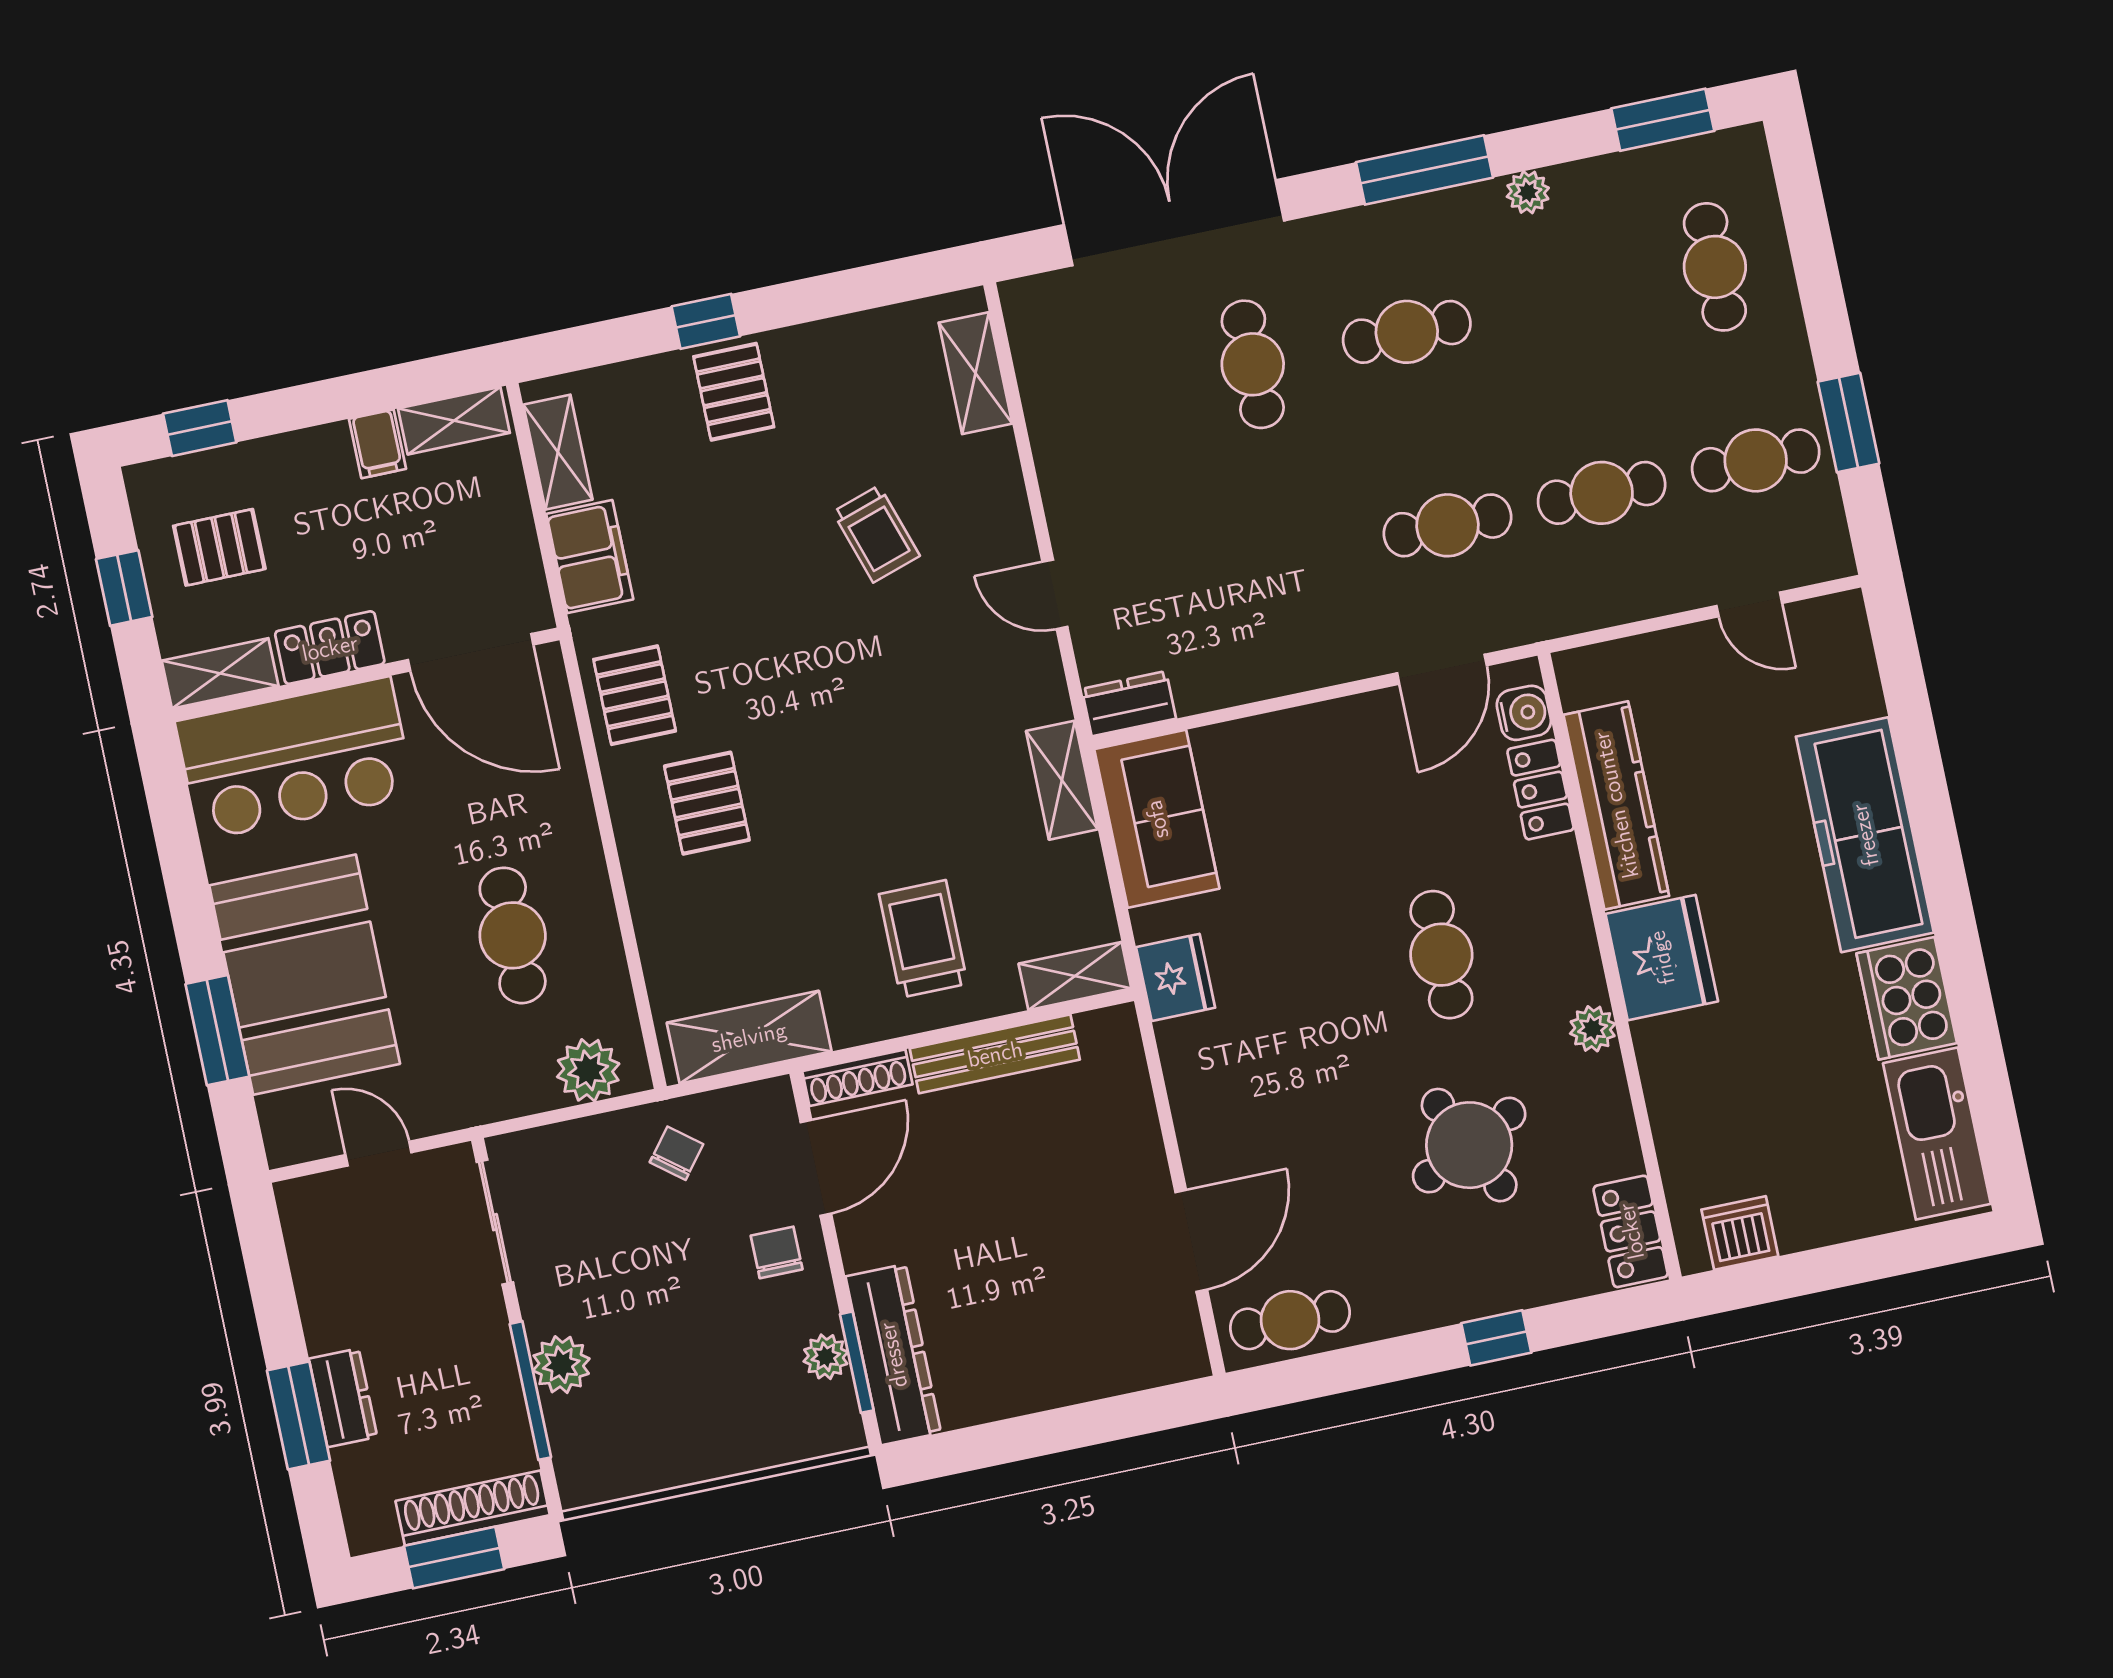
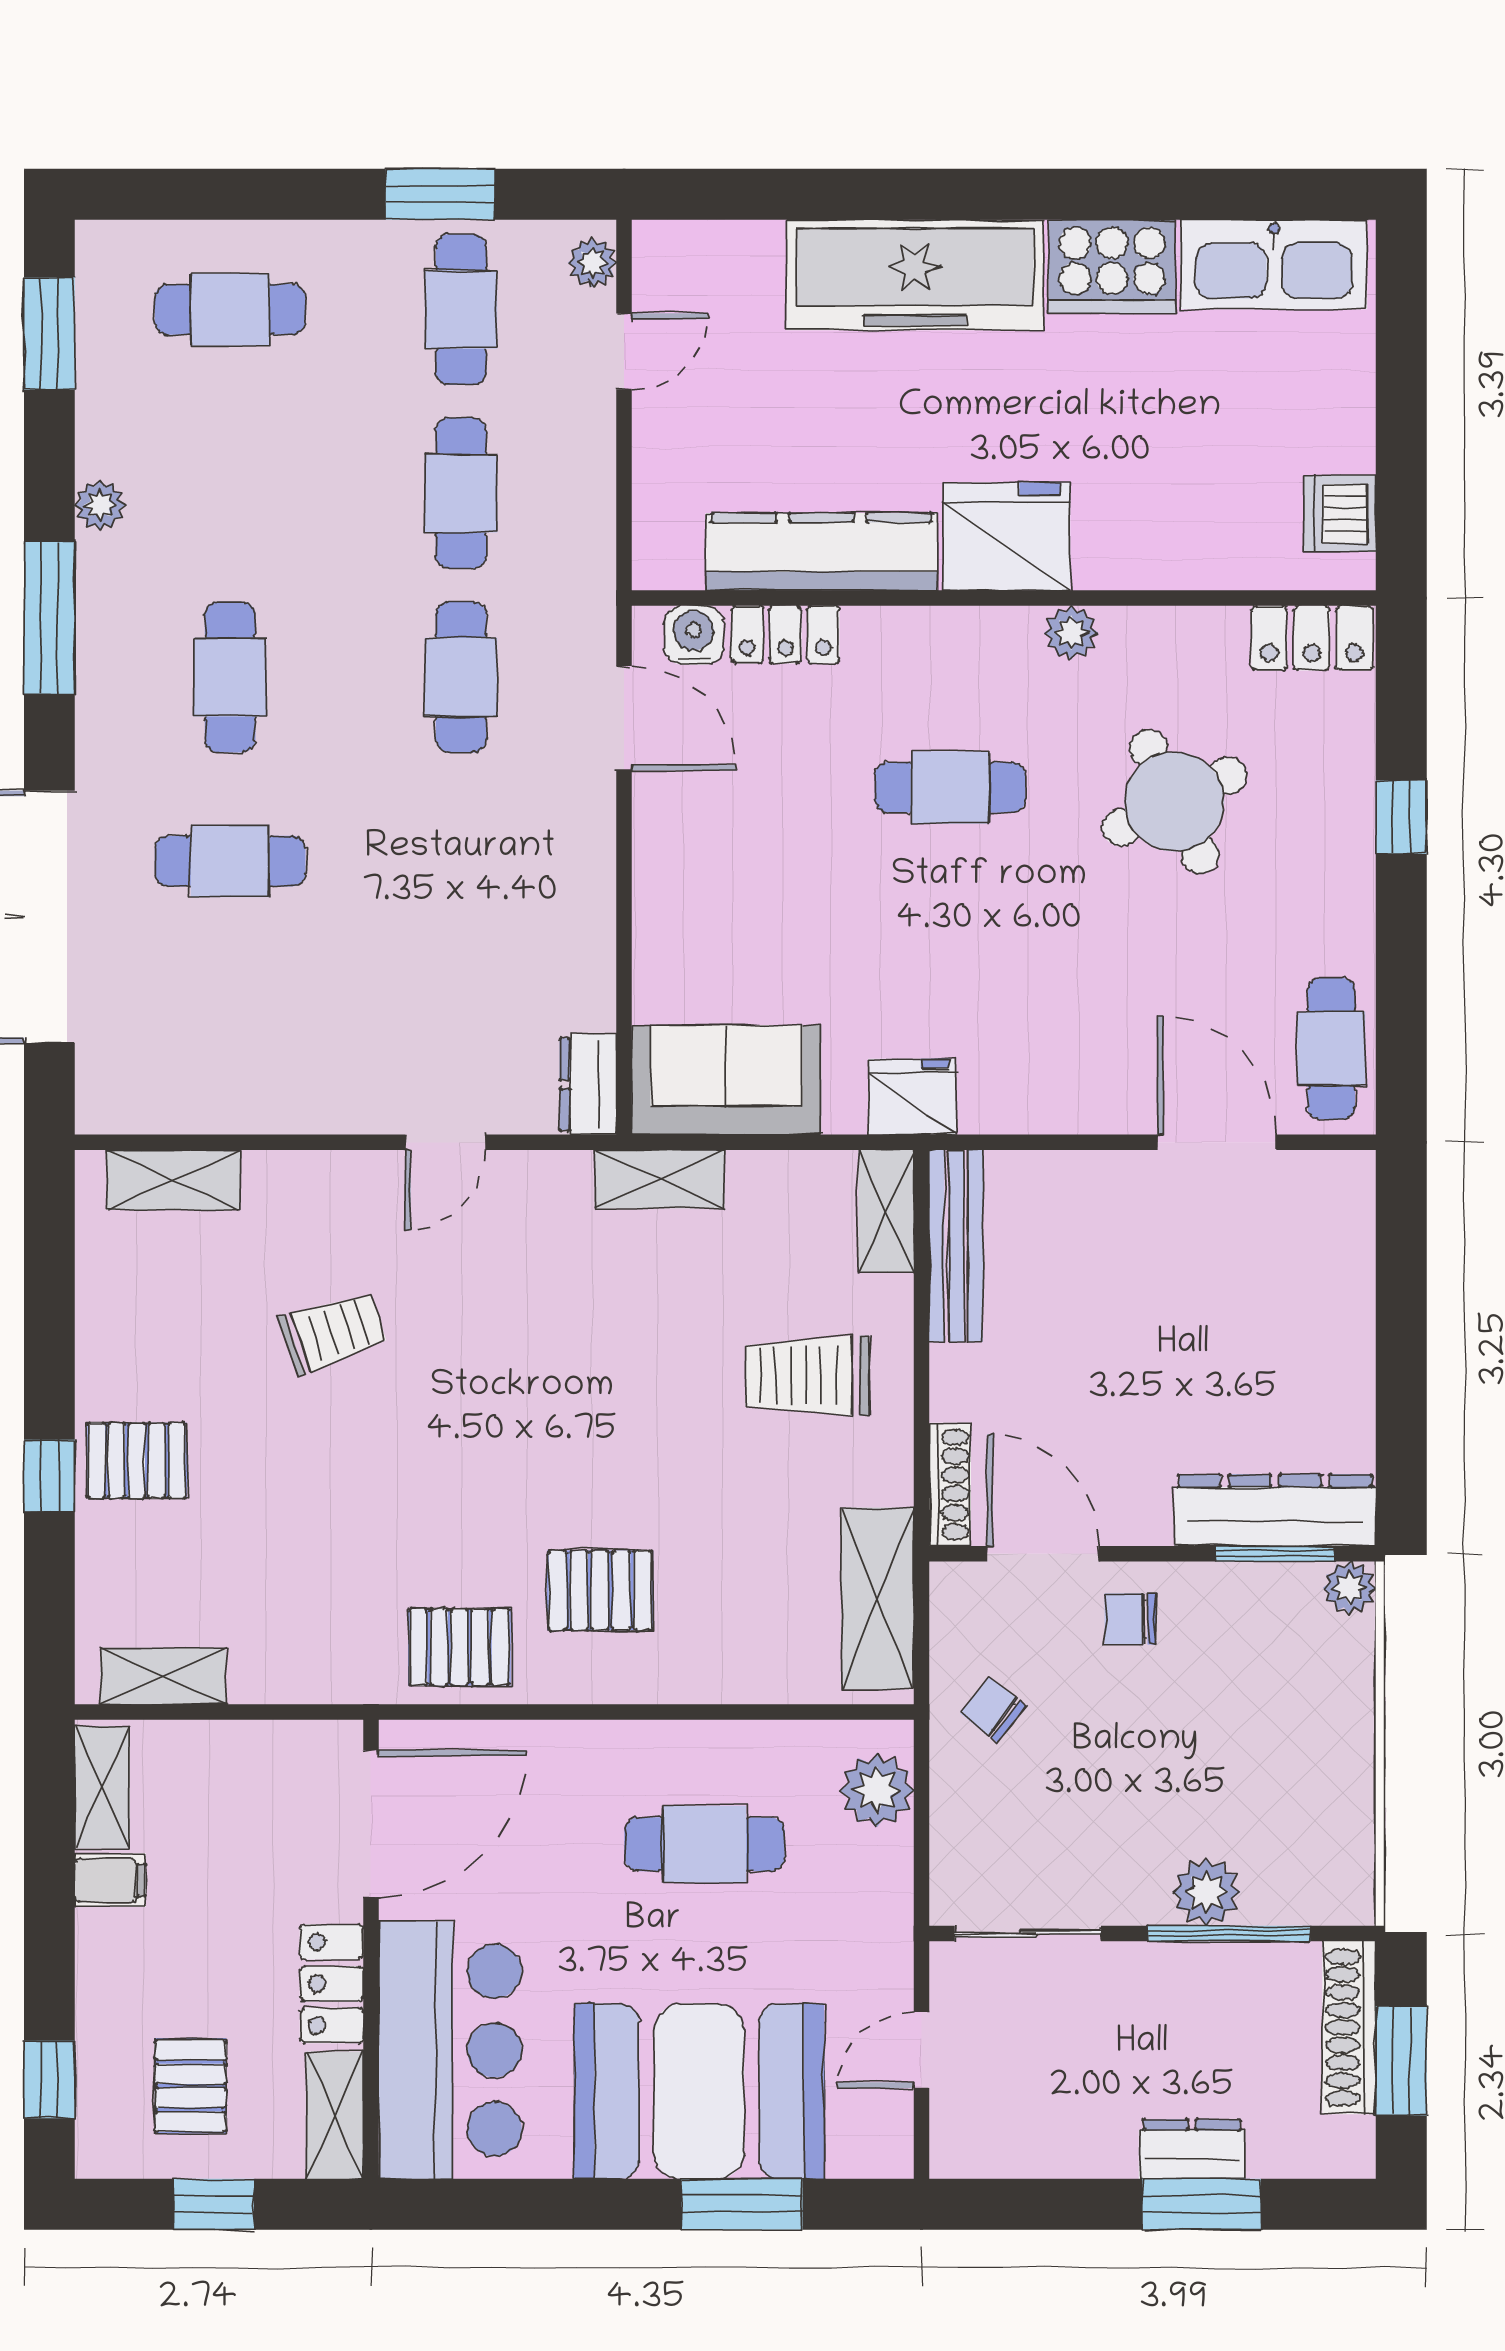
filing cabinet: (590, 557) -> (290, 1665), removed
plant: (1818, 562) -> (592, 263), added
bench: (995, 1054) -> (956, 1246), moved
plant: (826, 1357) -> (1349, 1588), moved

